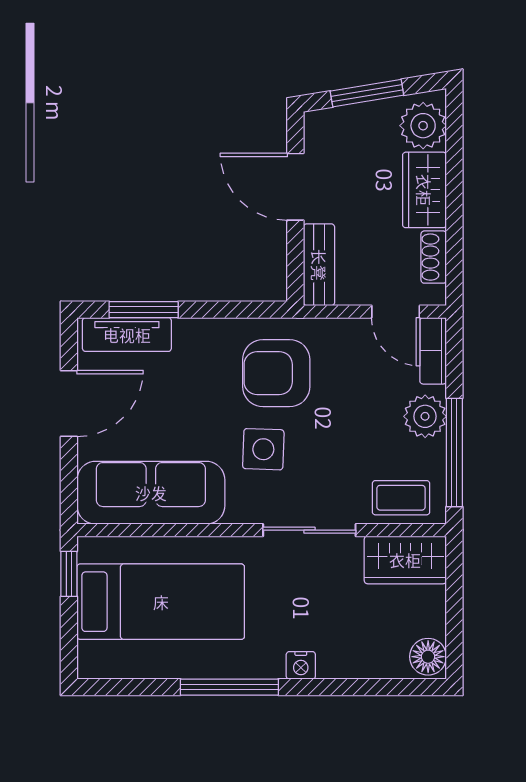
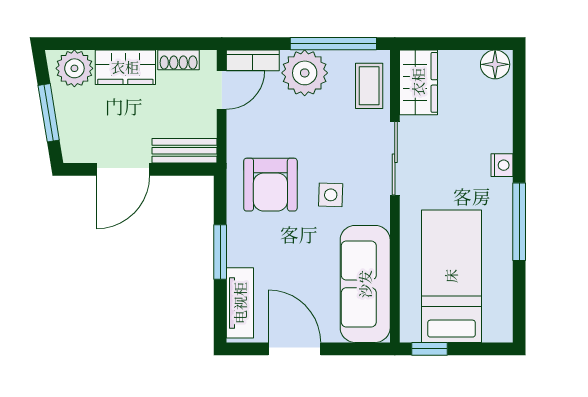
window: (144, 310) -> (220, 252), moved
plant: (425, 416) -> (305, 73), width x1.36, depth x1.36
side table: (263, 449) -> (331, 195), width x0.73, depth x0.73

